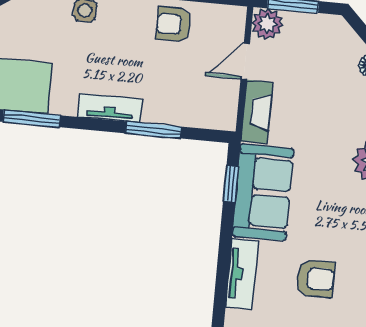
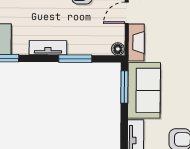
floor lamp: (225, 120) -> (118, 49), added
window: (231, 184) -> (124, 87), width x1.50

